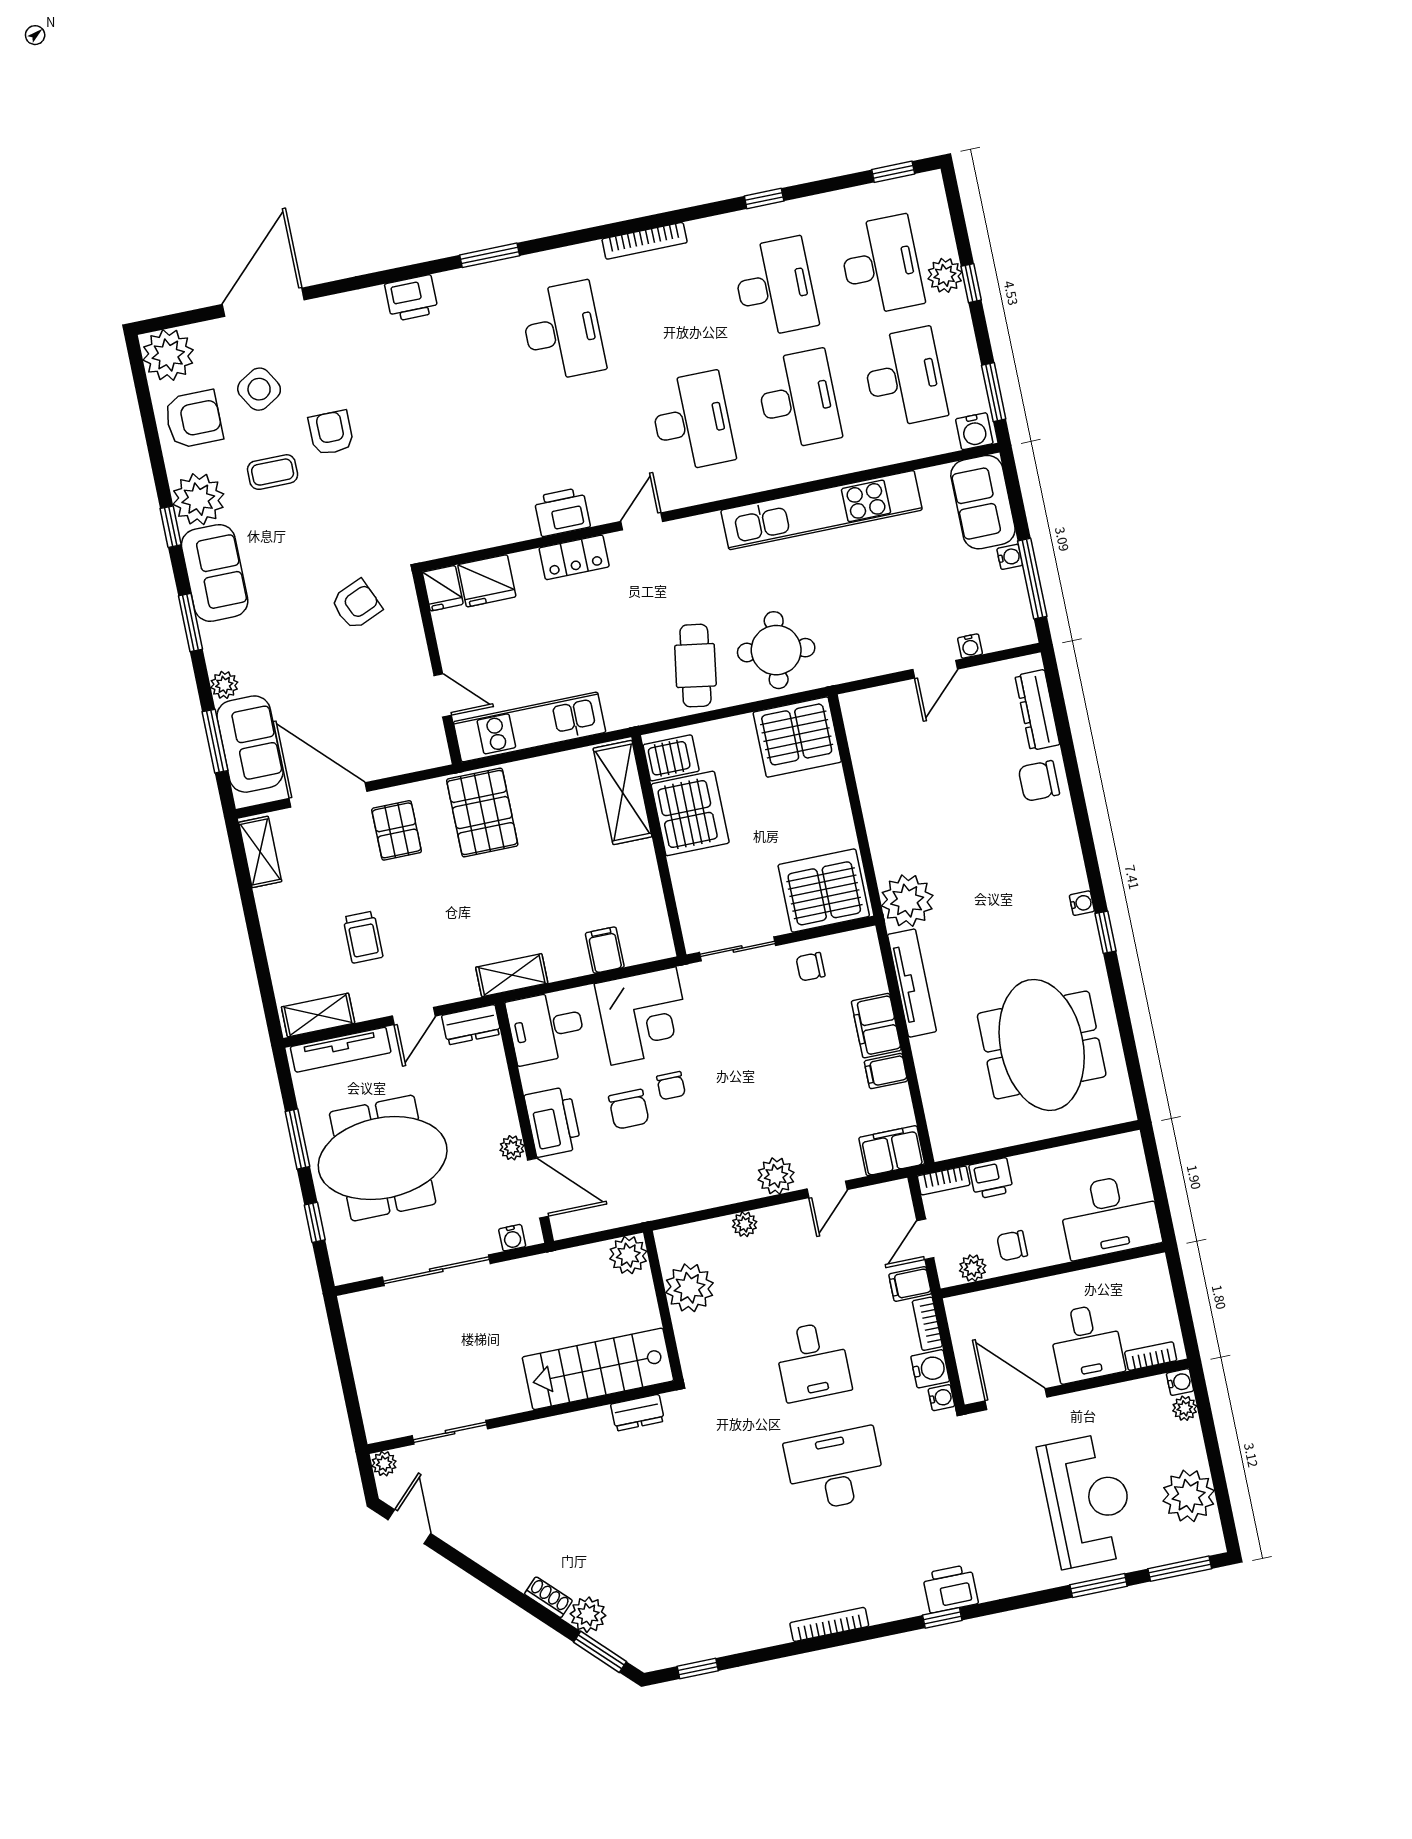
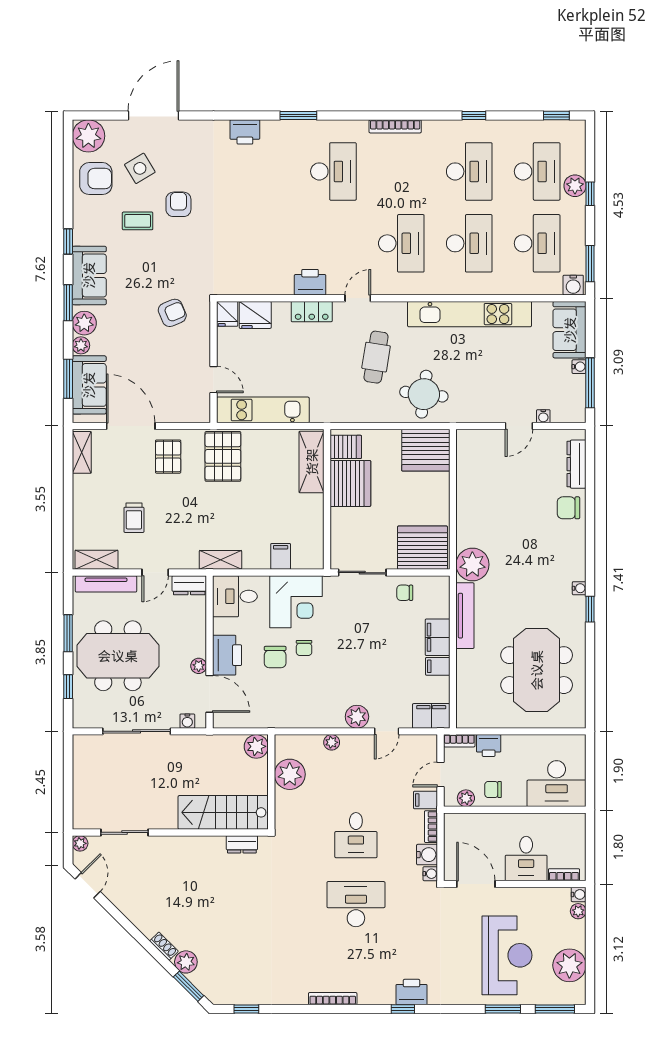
plant: (198, 499) -> (84, 323), moved, width x0.73, depth x0.73
cafe table: (695, 666) -> (376, 357), moved

